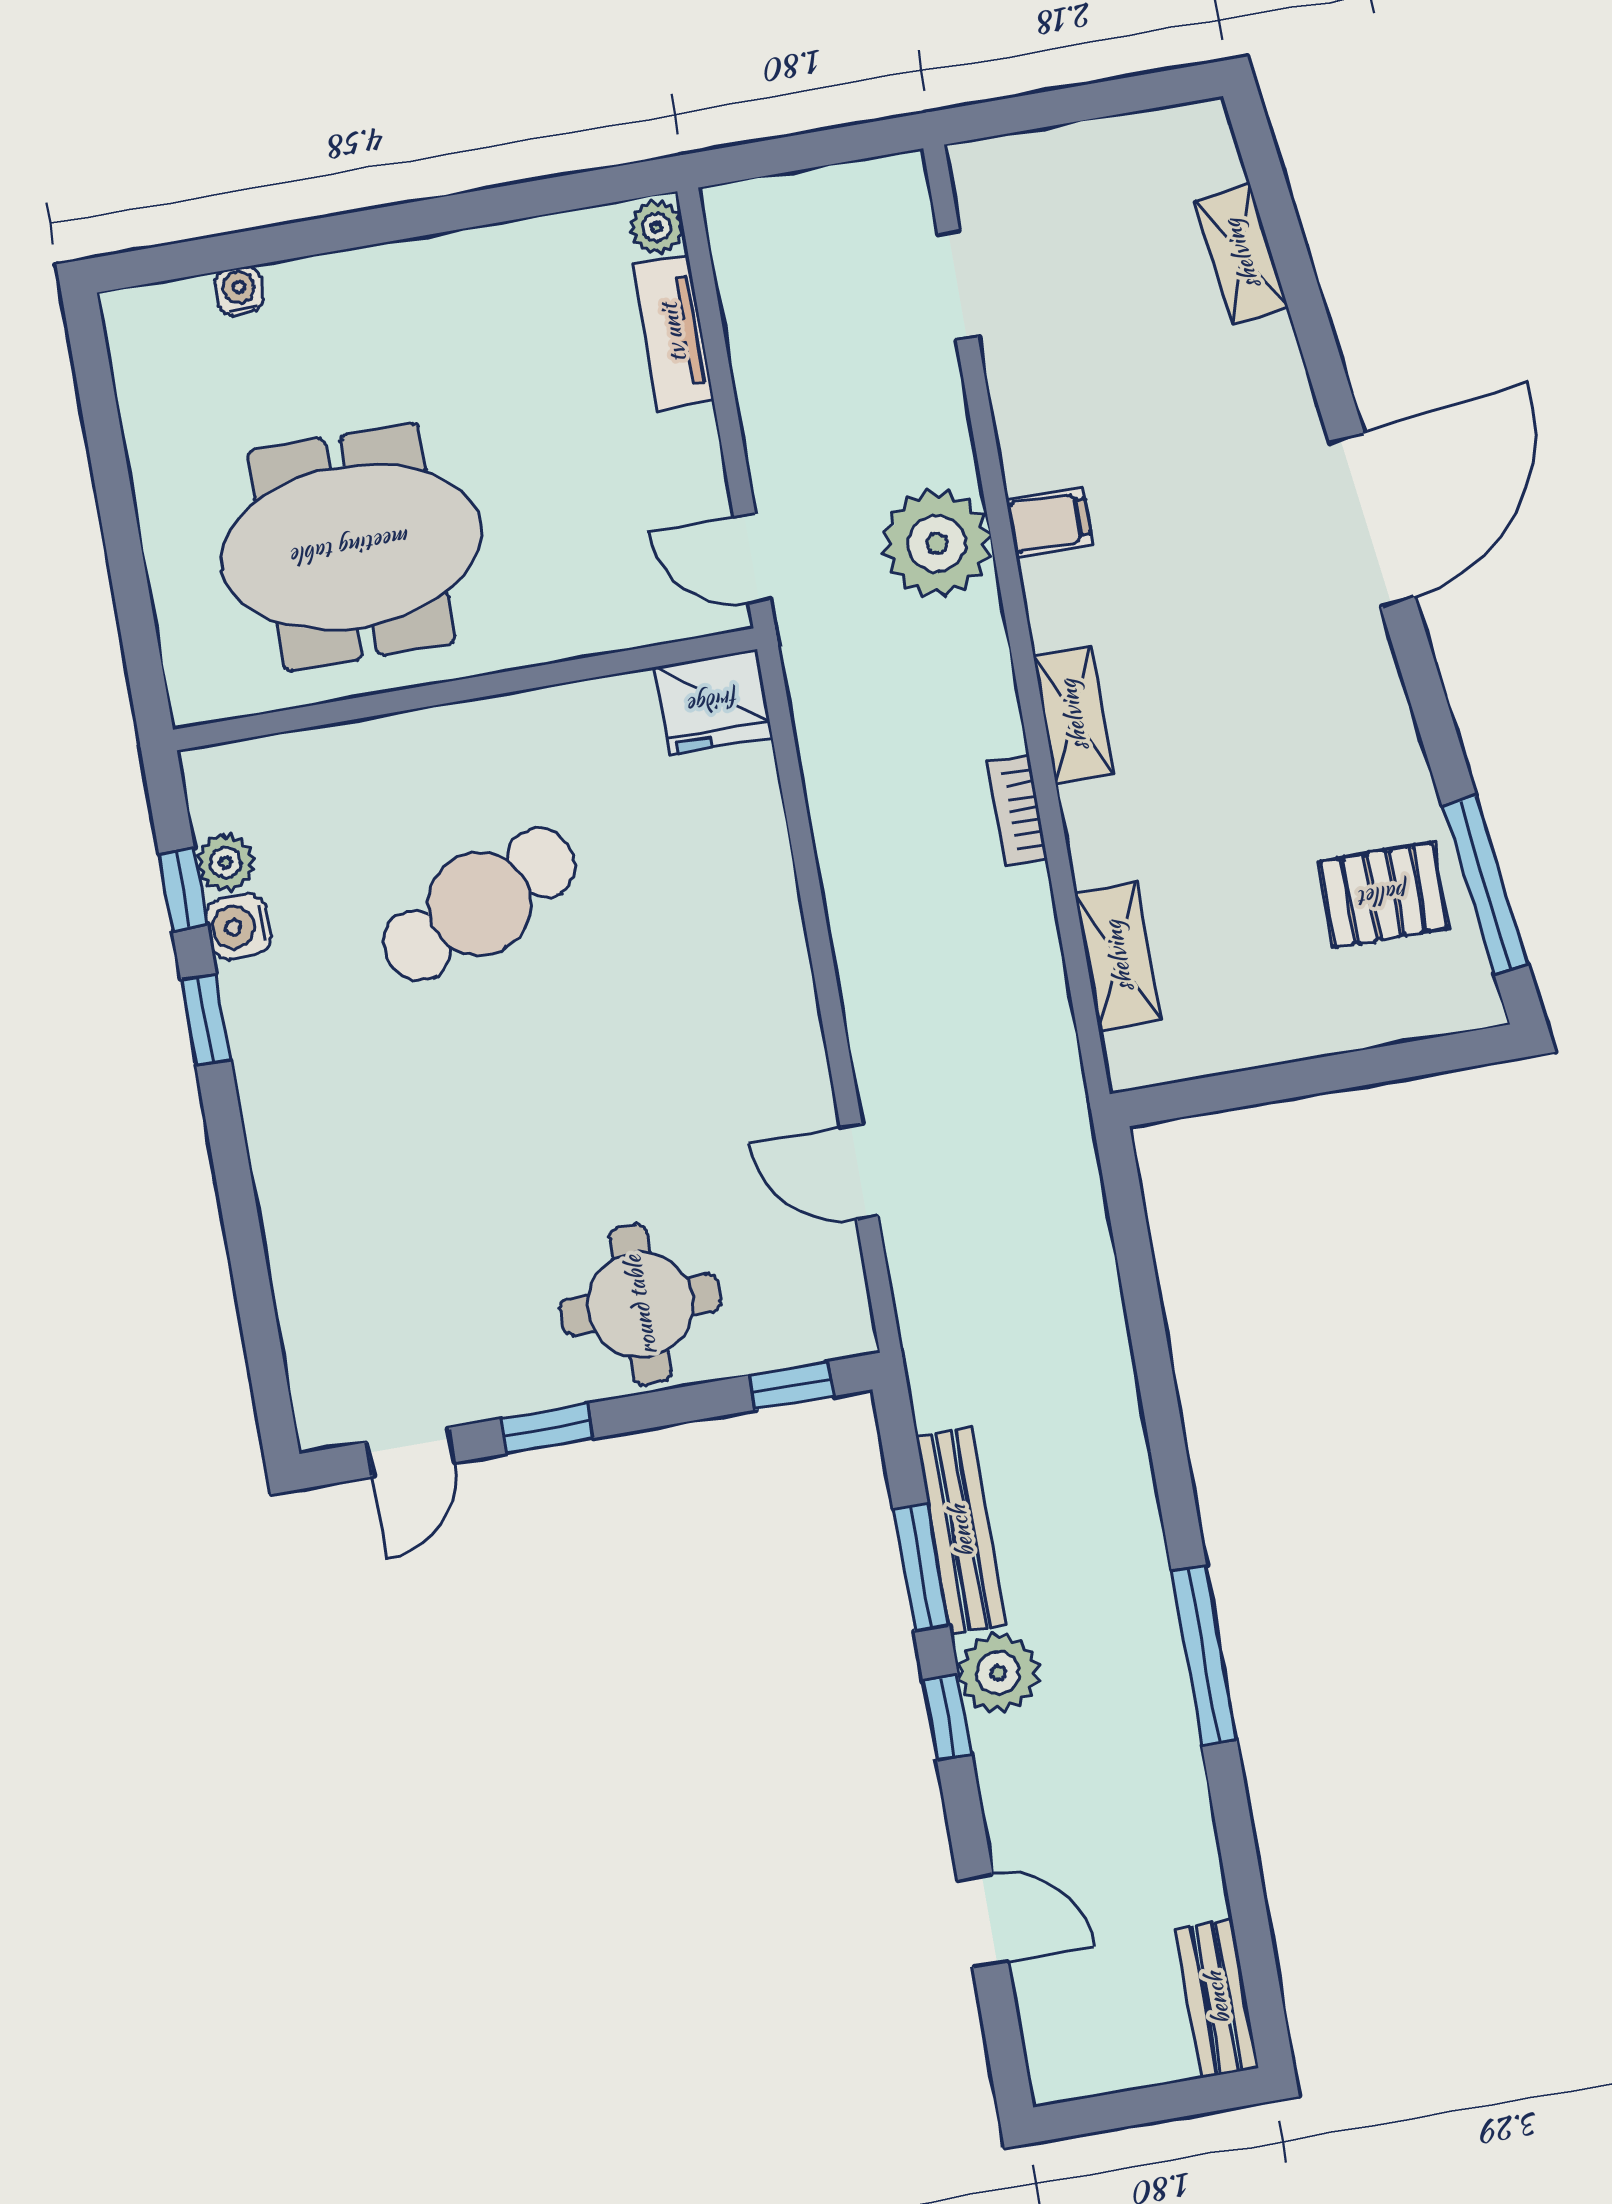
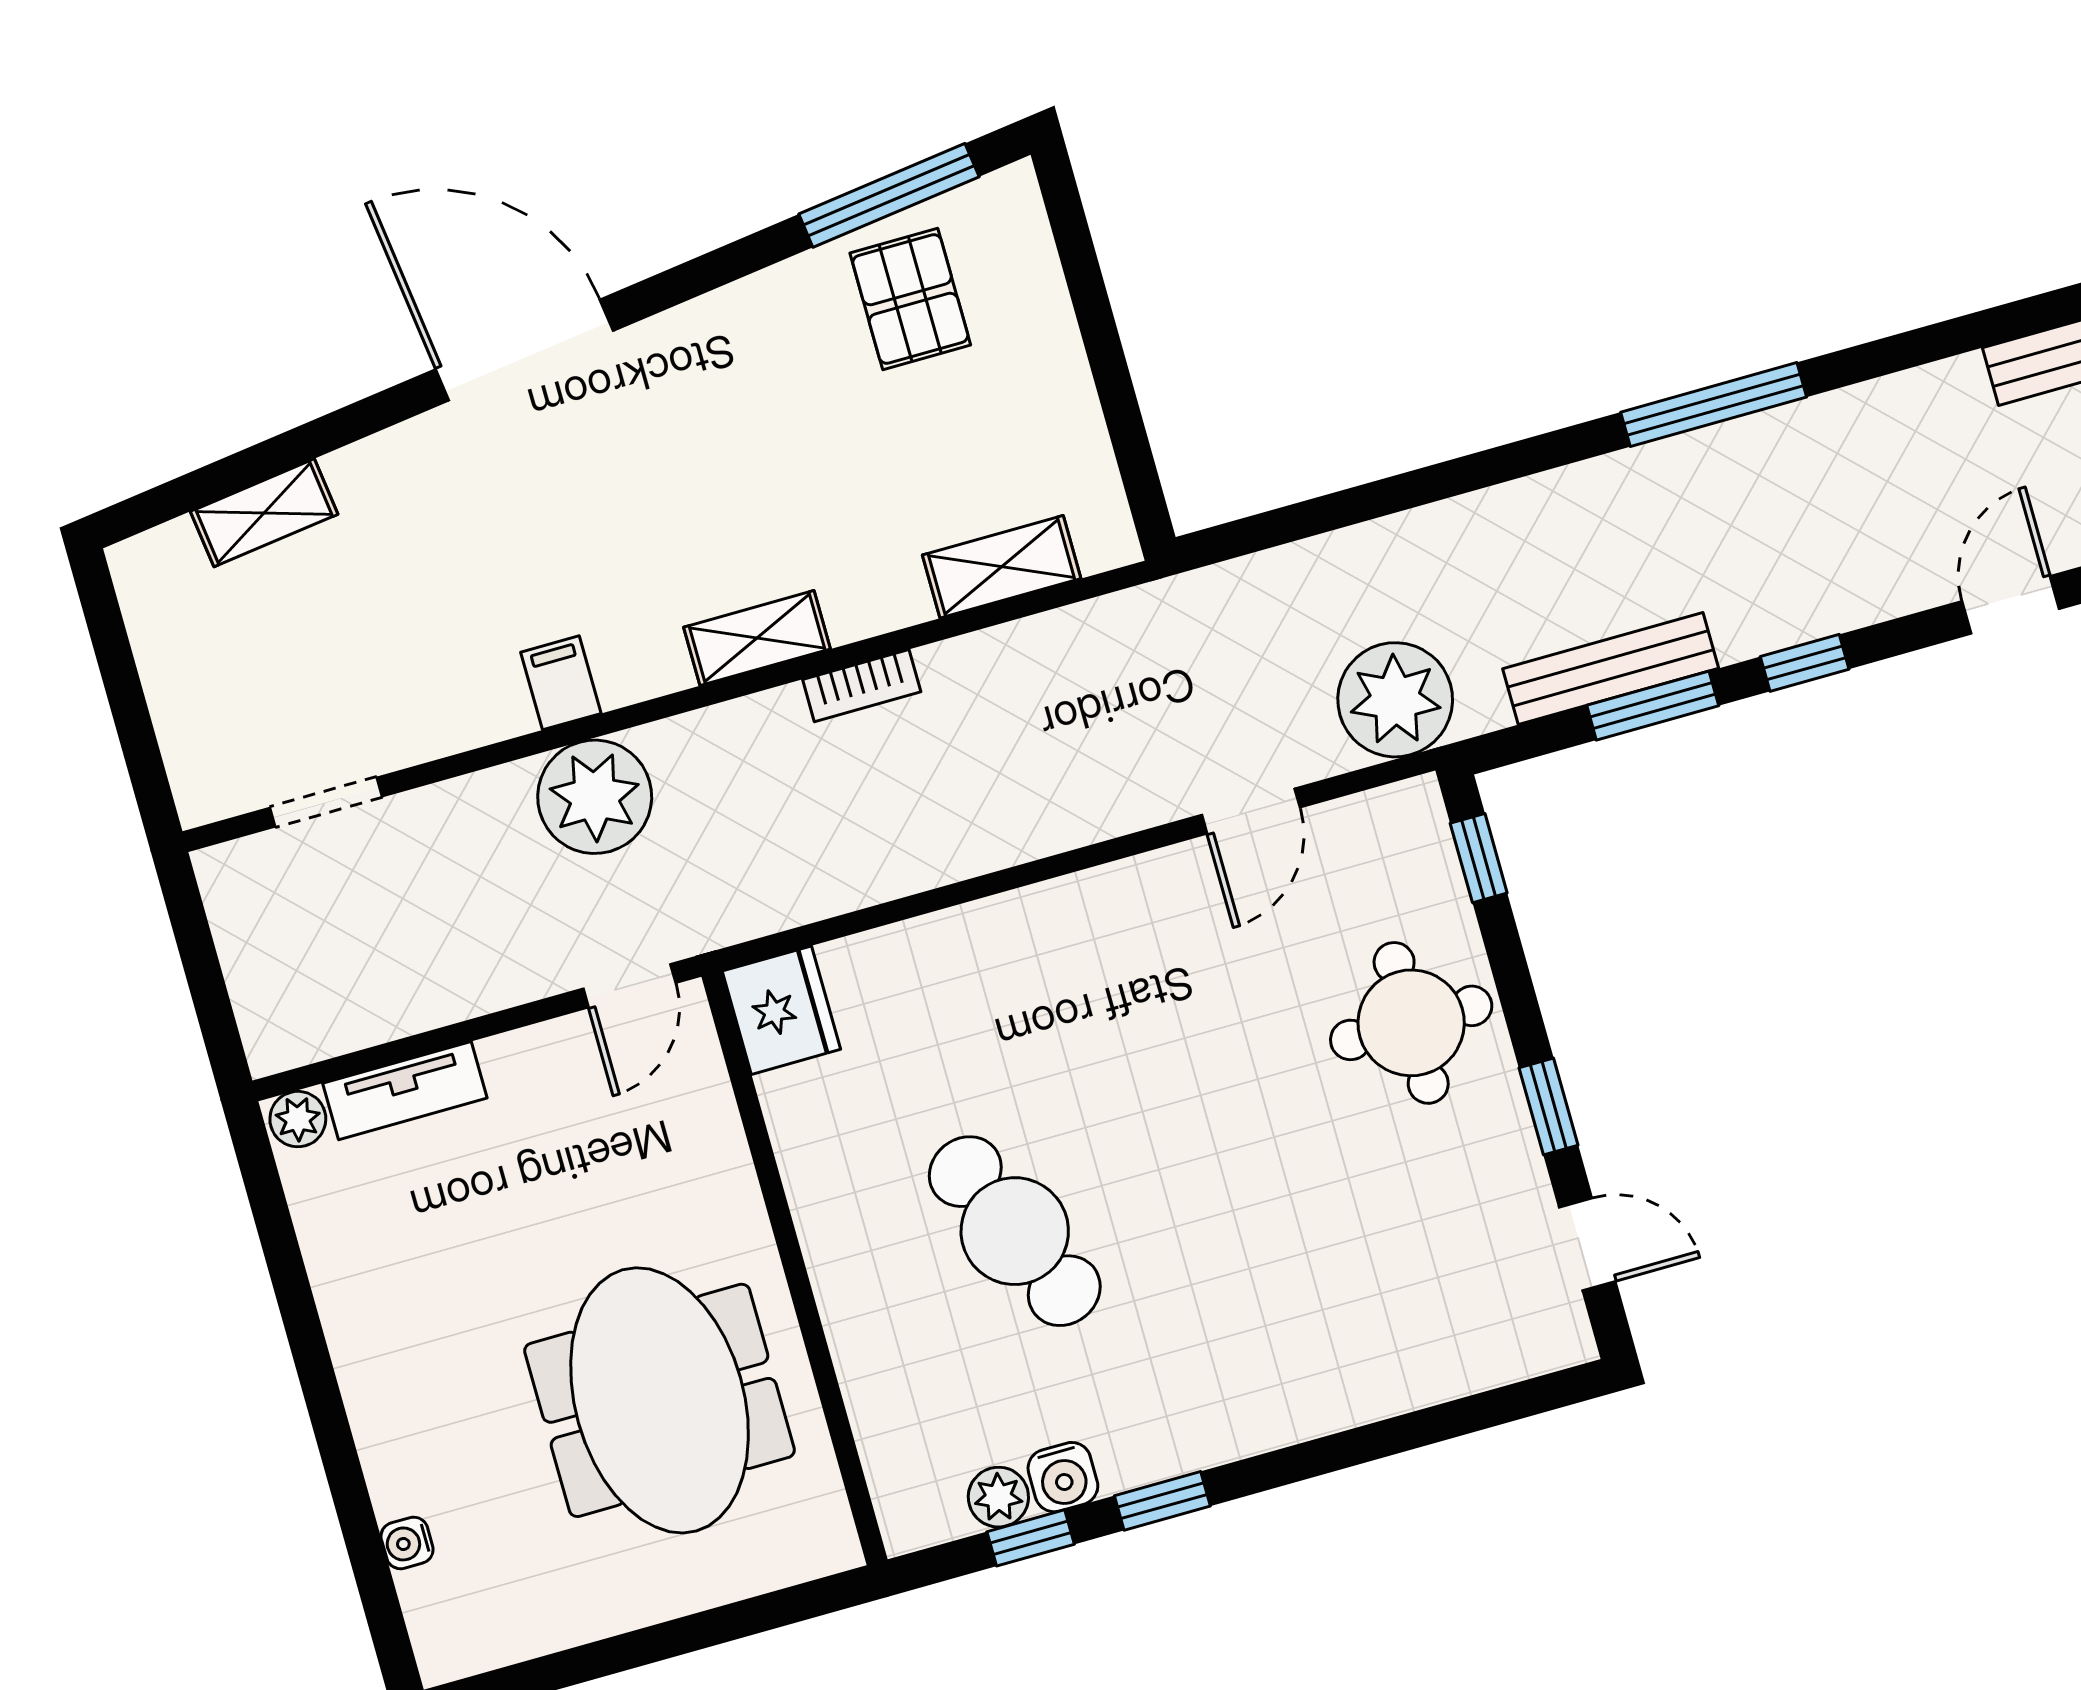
plant: (998, 1673) -> (1395, 700), moved, width x1.36, depth x1.36

